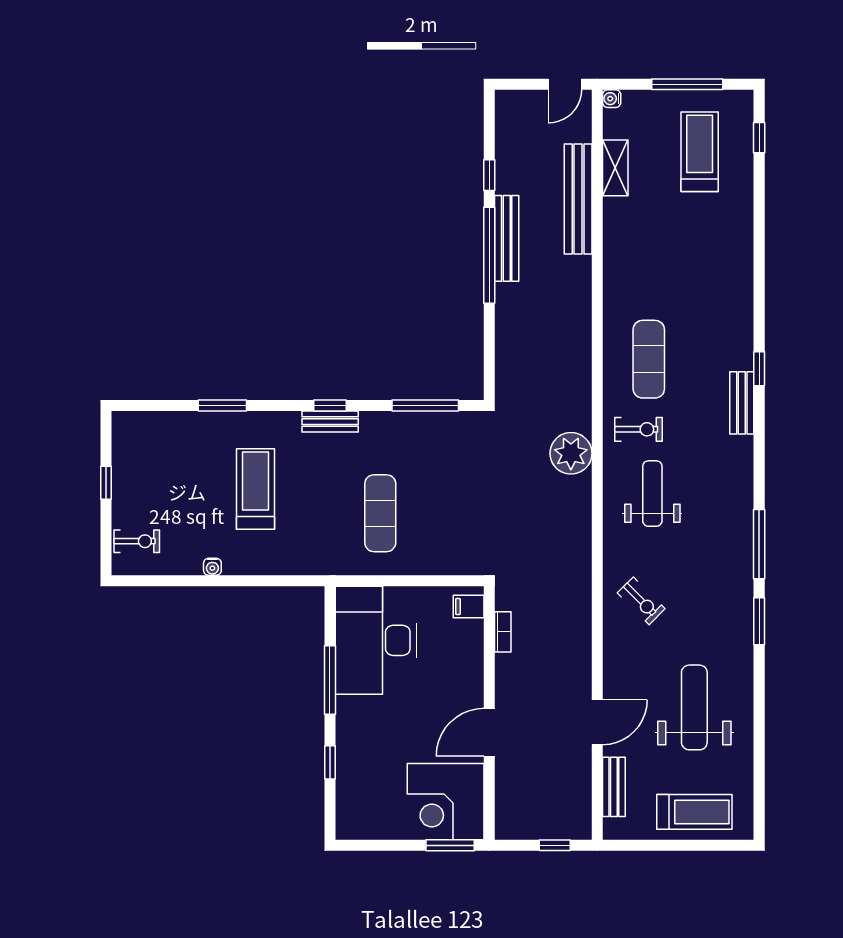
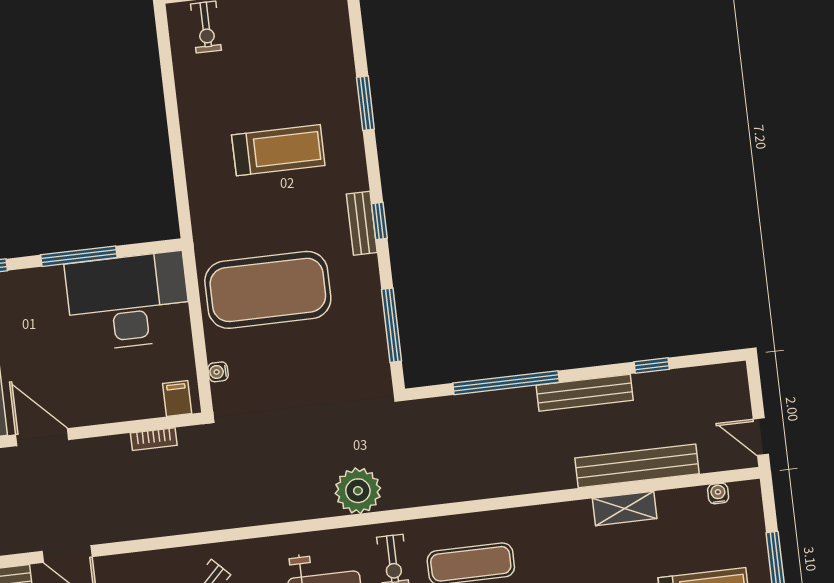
water cooler: (612, 99) -> (718, 493), moved
shelving: (615, 168) -> (625, 508), moved
window: (489, 255) -> (506, 383), moved
exercise mat: (380, 513) -> (268, 290), width x2.00, depth x1.45
water cooler: (212, 567) -> (218, 372), moved

